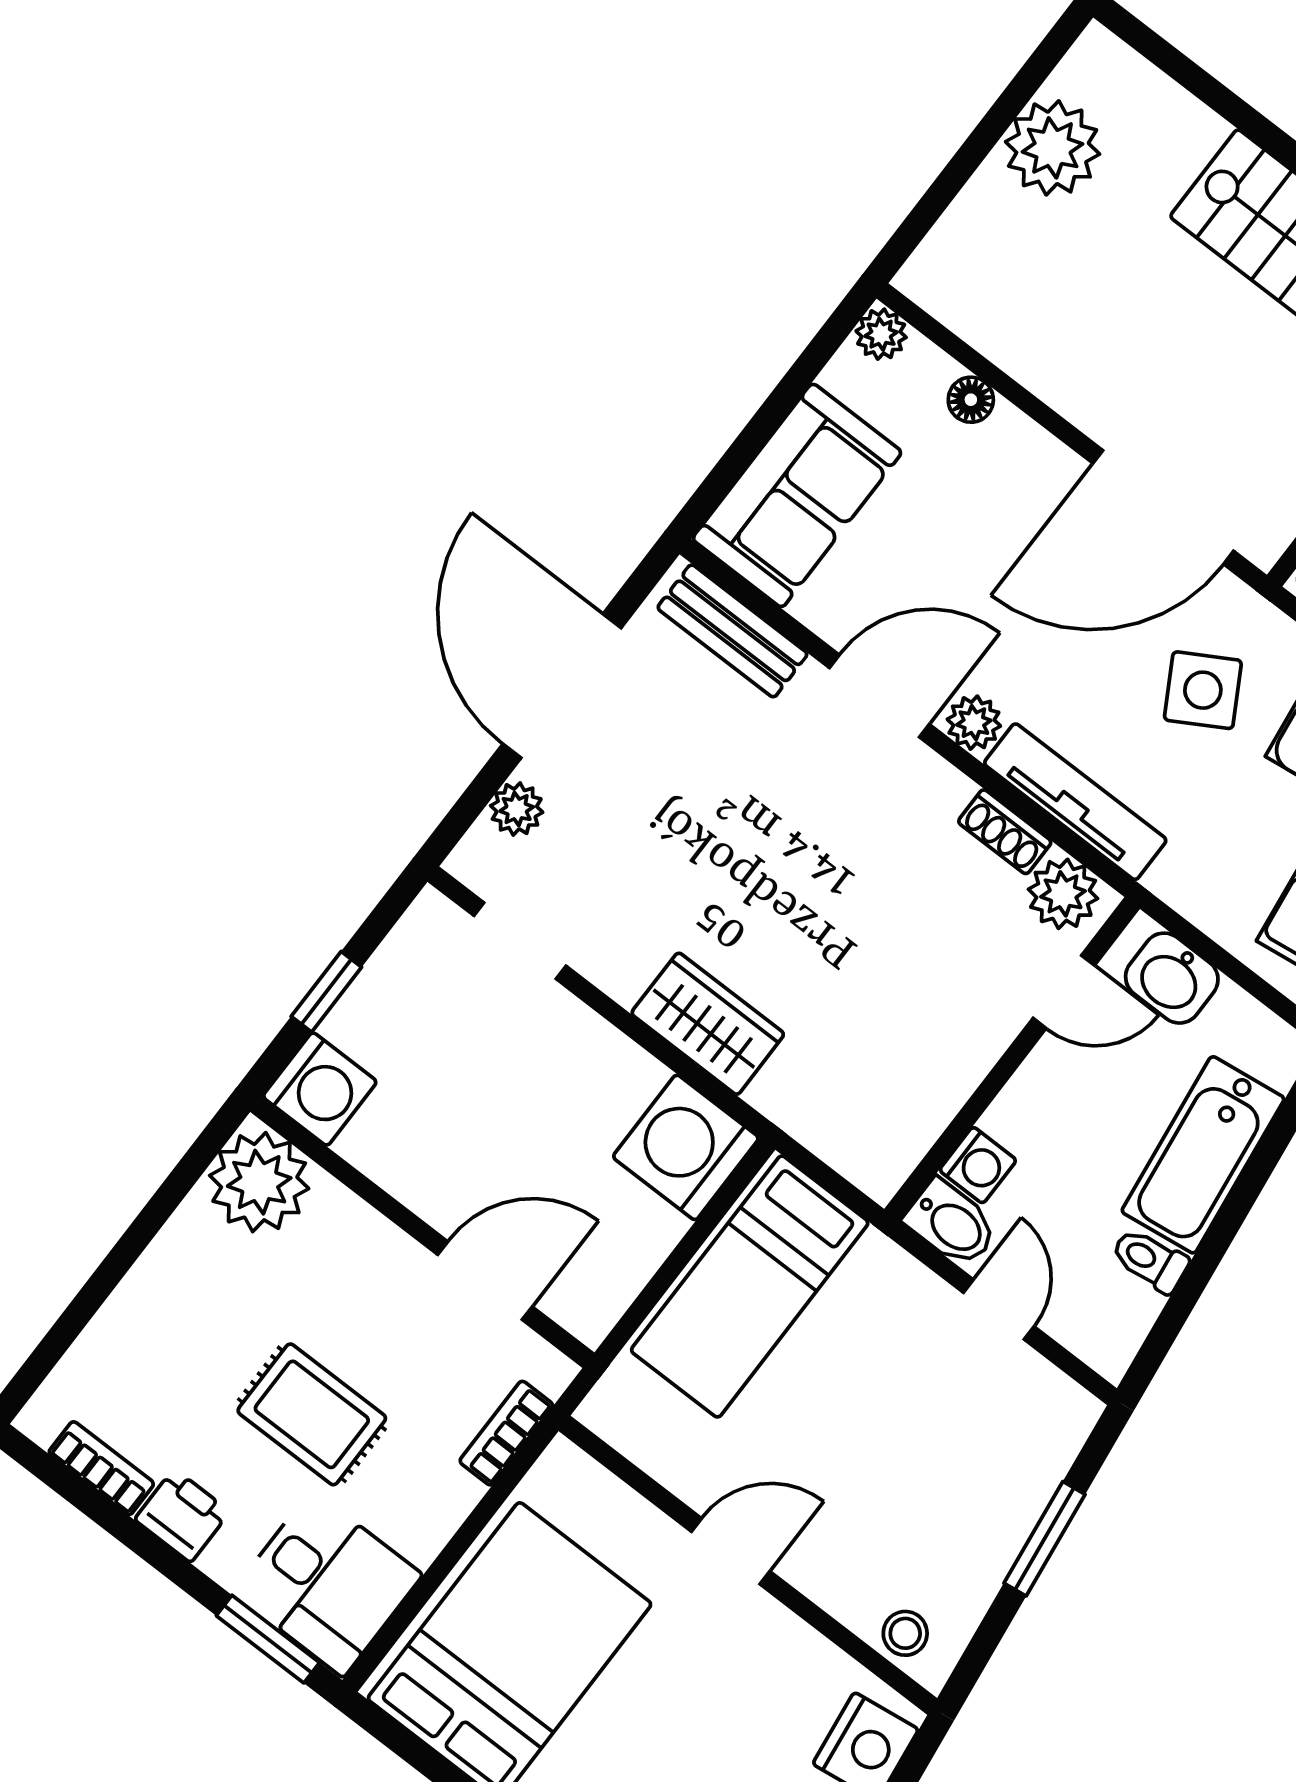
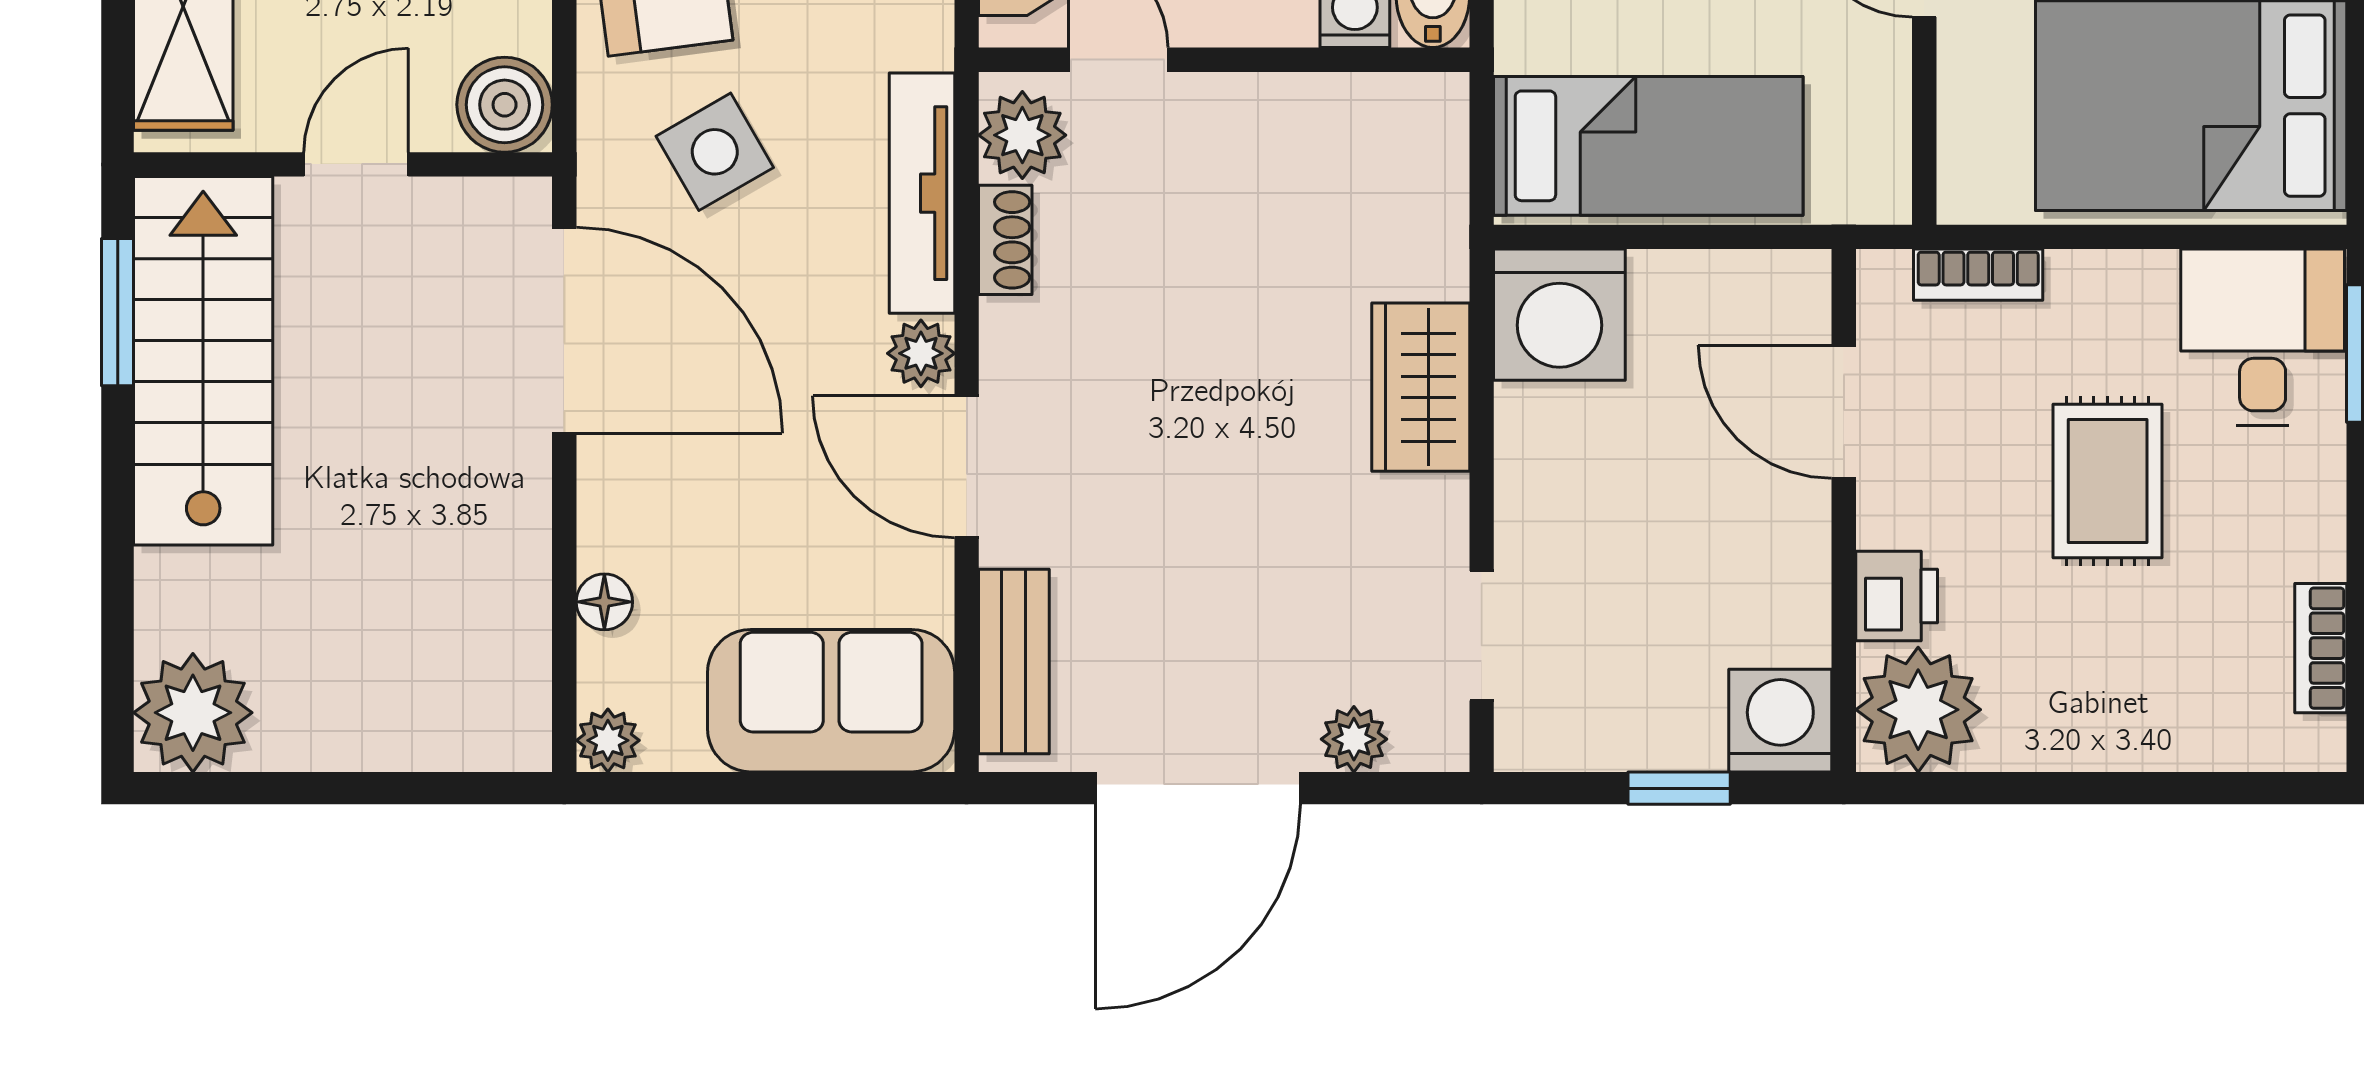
plant: (1053, 148) -> (193, 713), moved
printer: (182, 1516) -> (1897, 596), moved, turned 180

